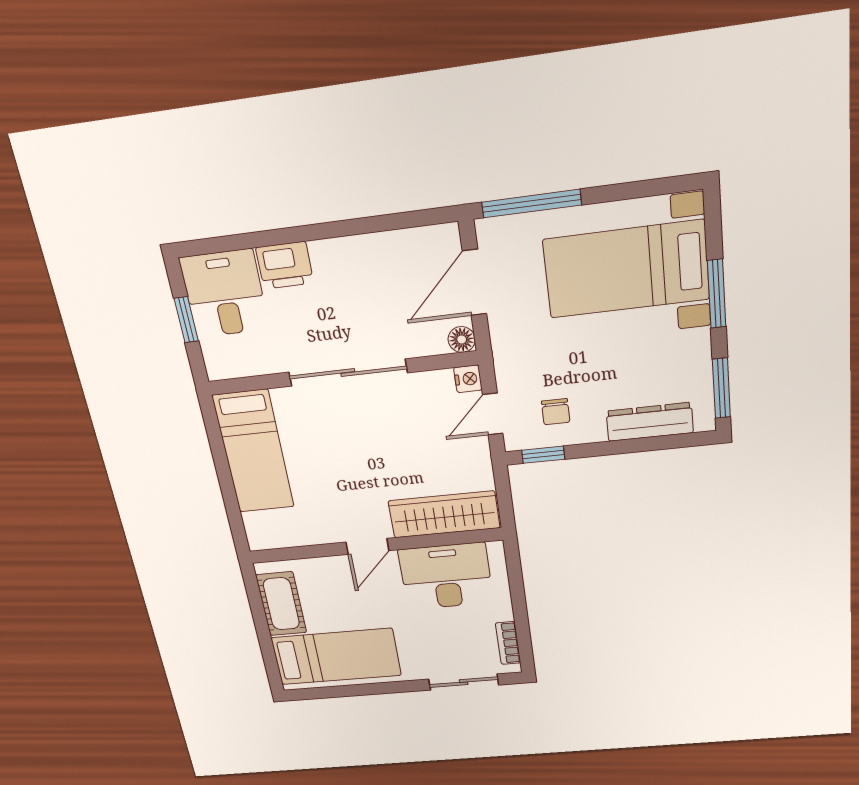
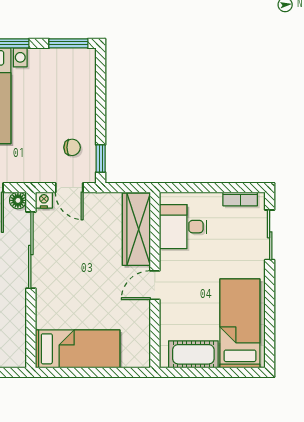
sliding door: (348, 373) -> (31, 250), moved
dresser: (650, 422) -> (86, 89), removed
door: (367, 546) -> (155, 285), swing flipped
desk: (446, 576) -> (183, 227), width x0.73

